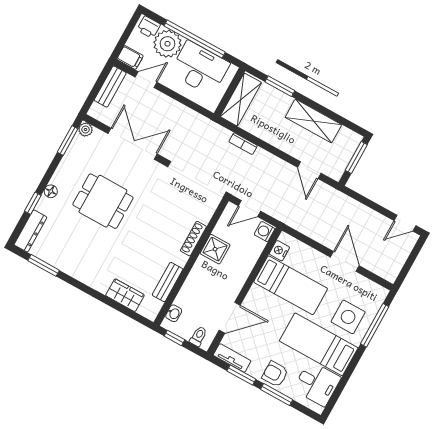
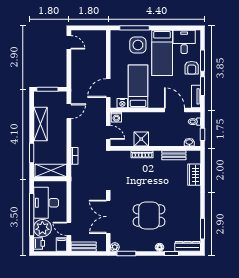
dining table: (103, 201) -> (149, 216), turned 90
door: (345, 261) -> (108, 88), moved

